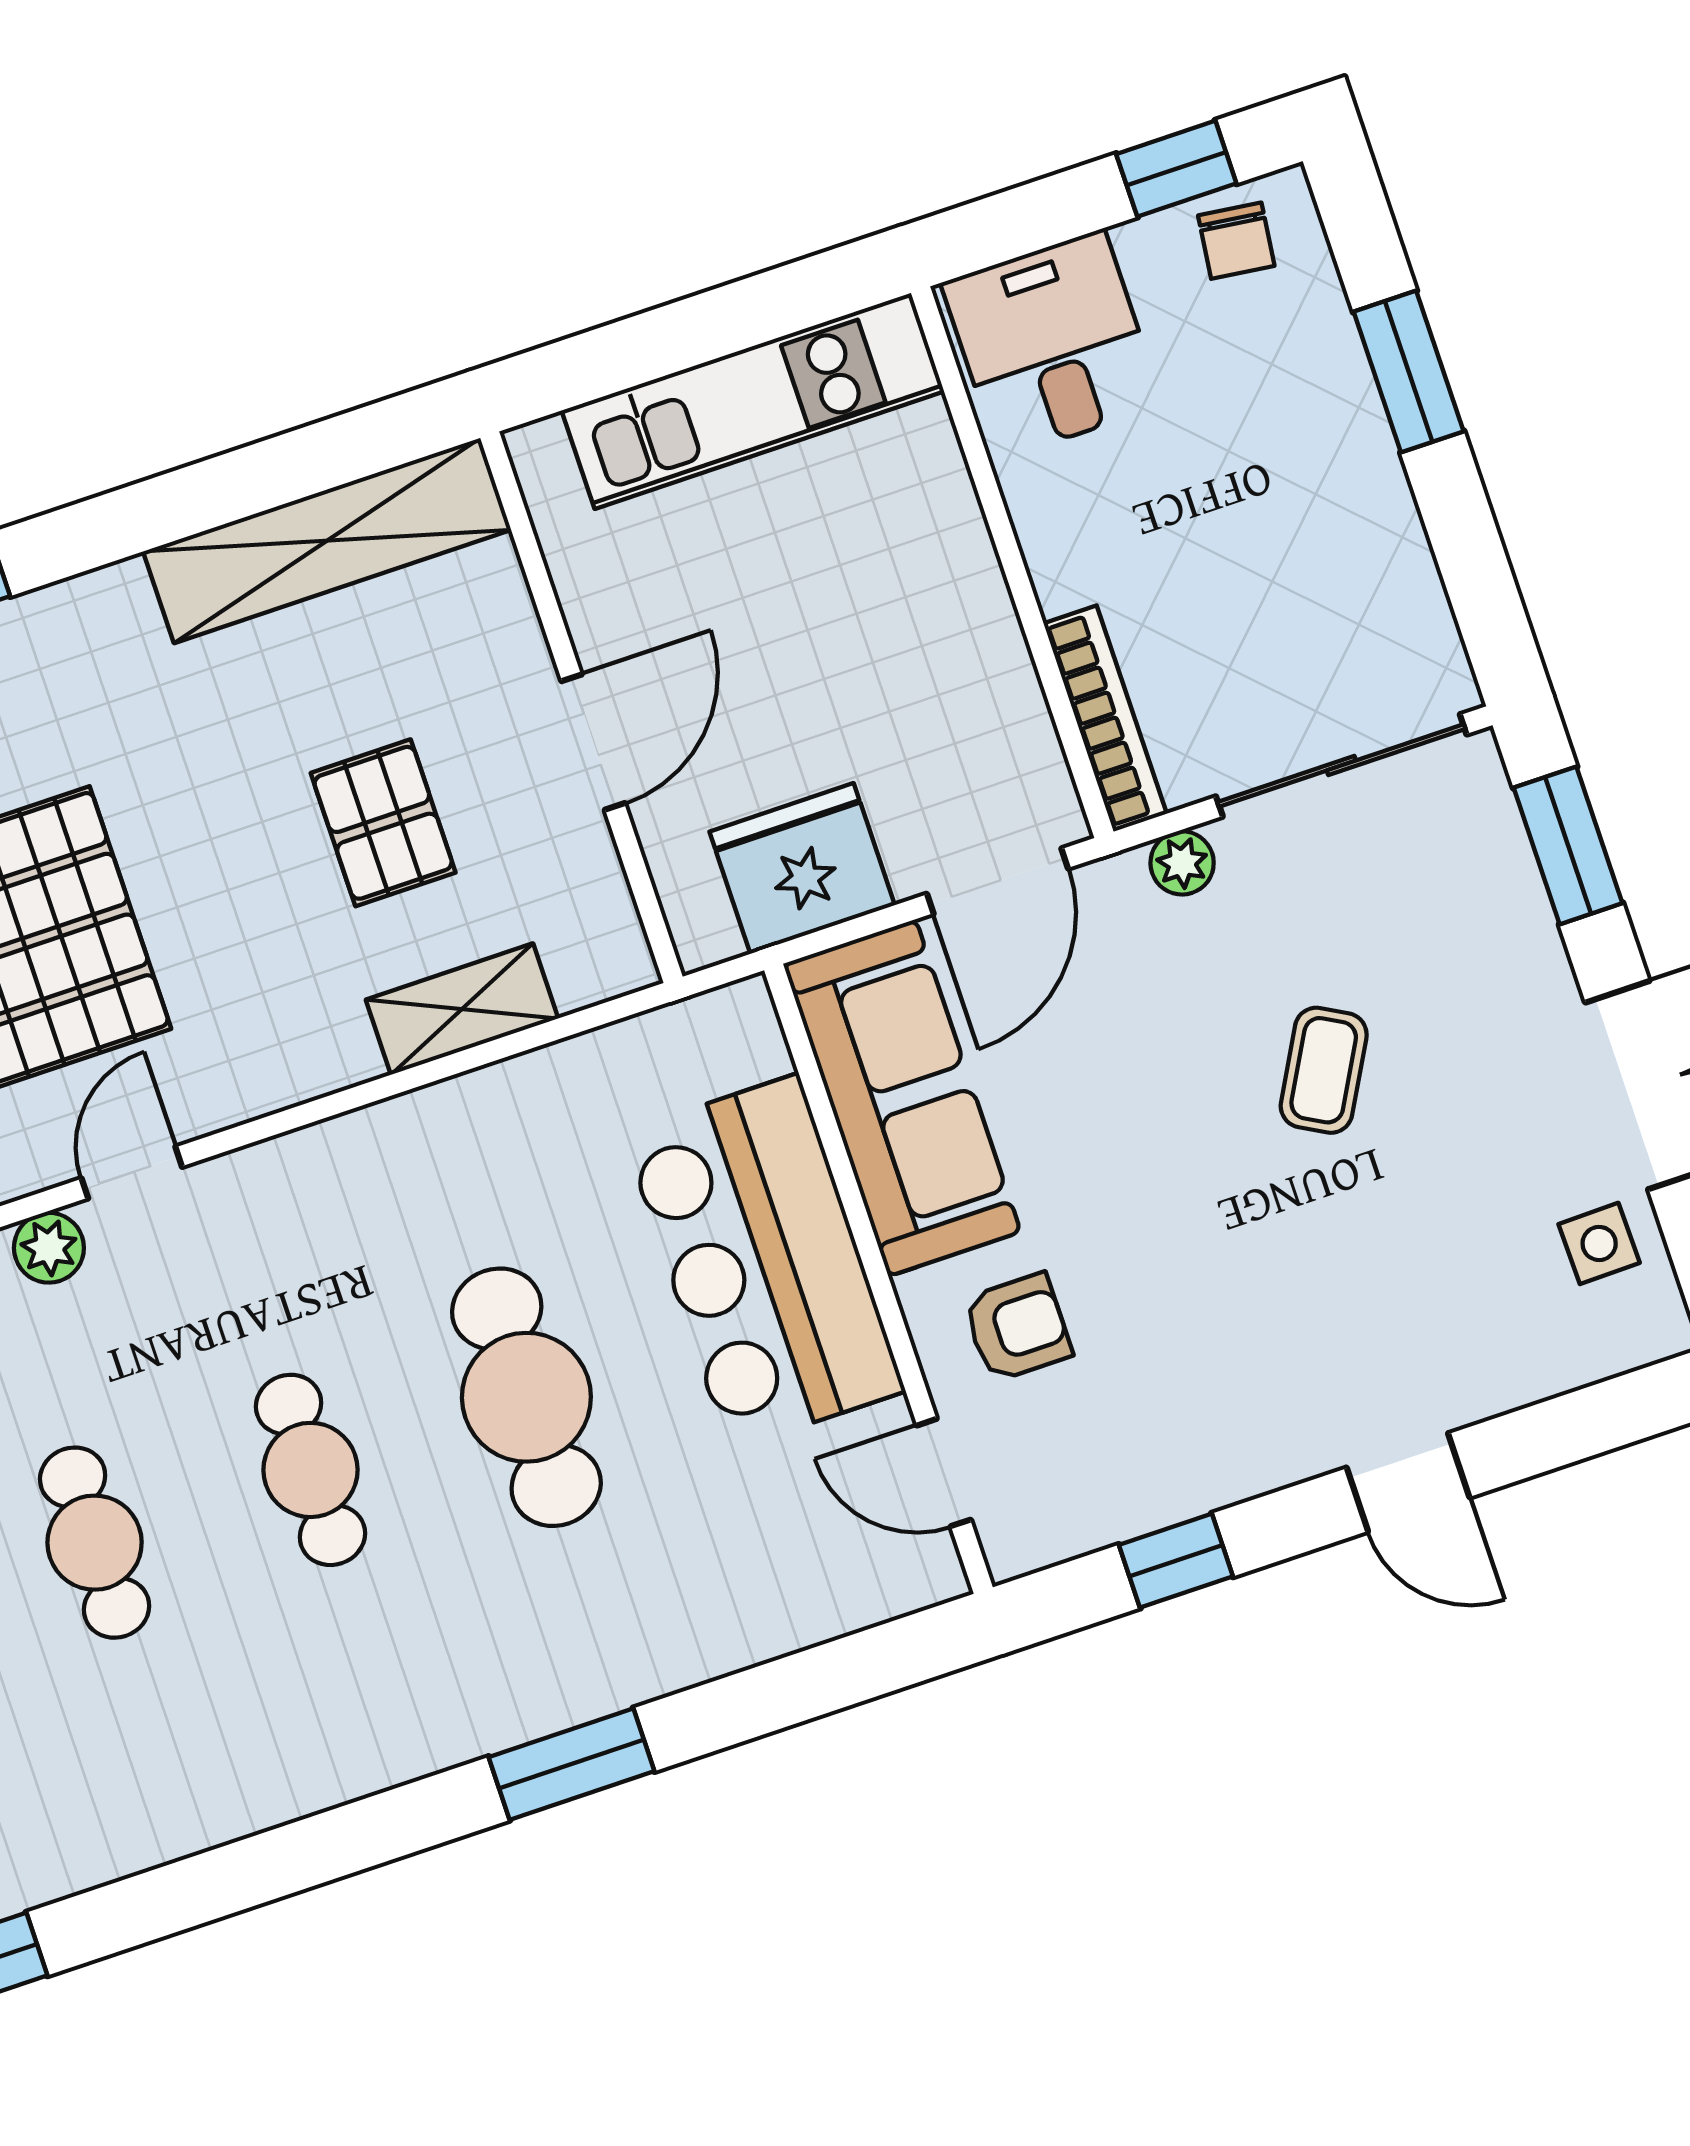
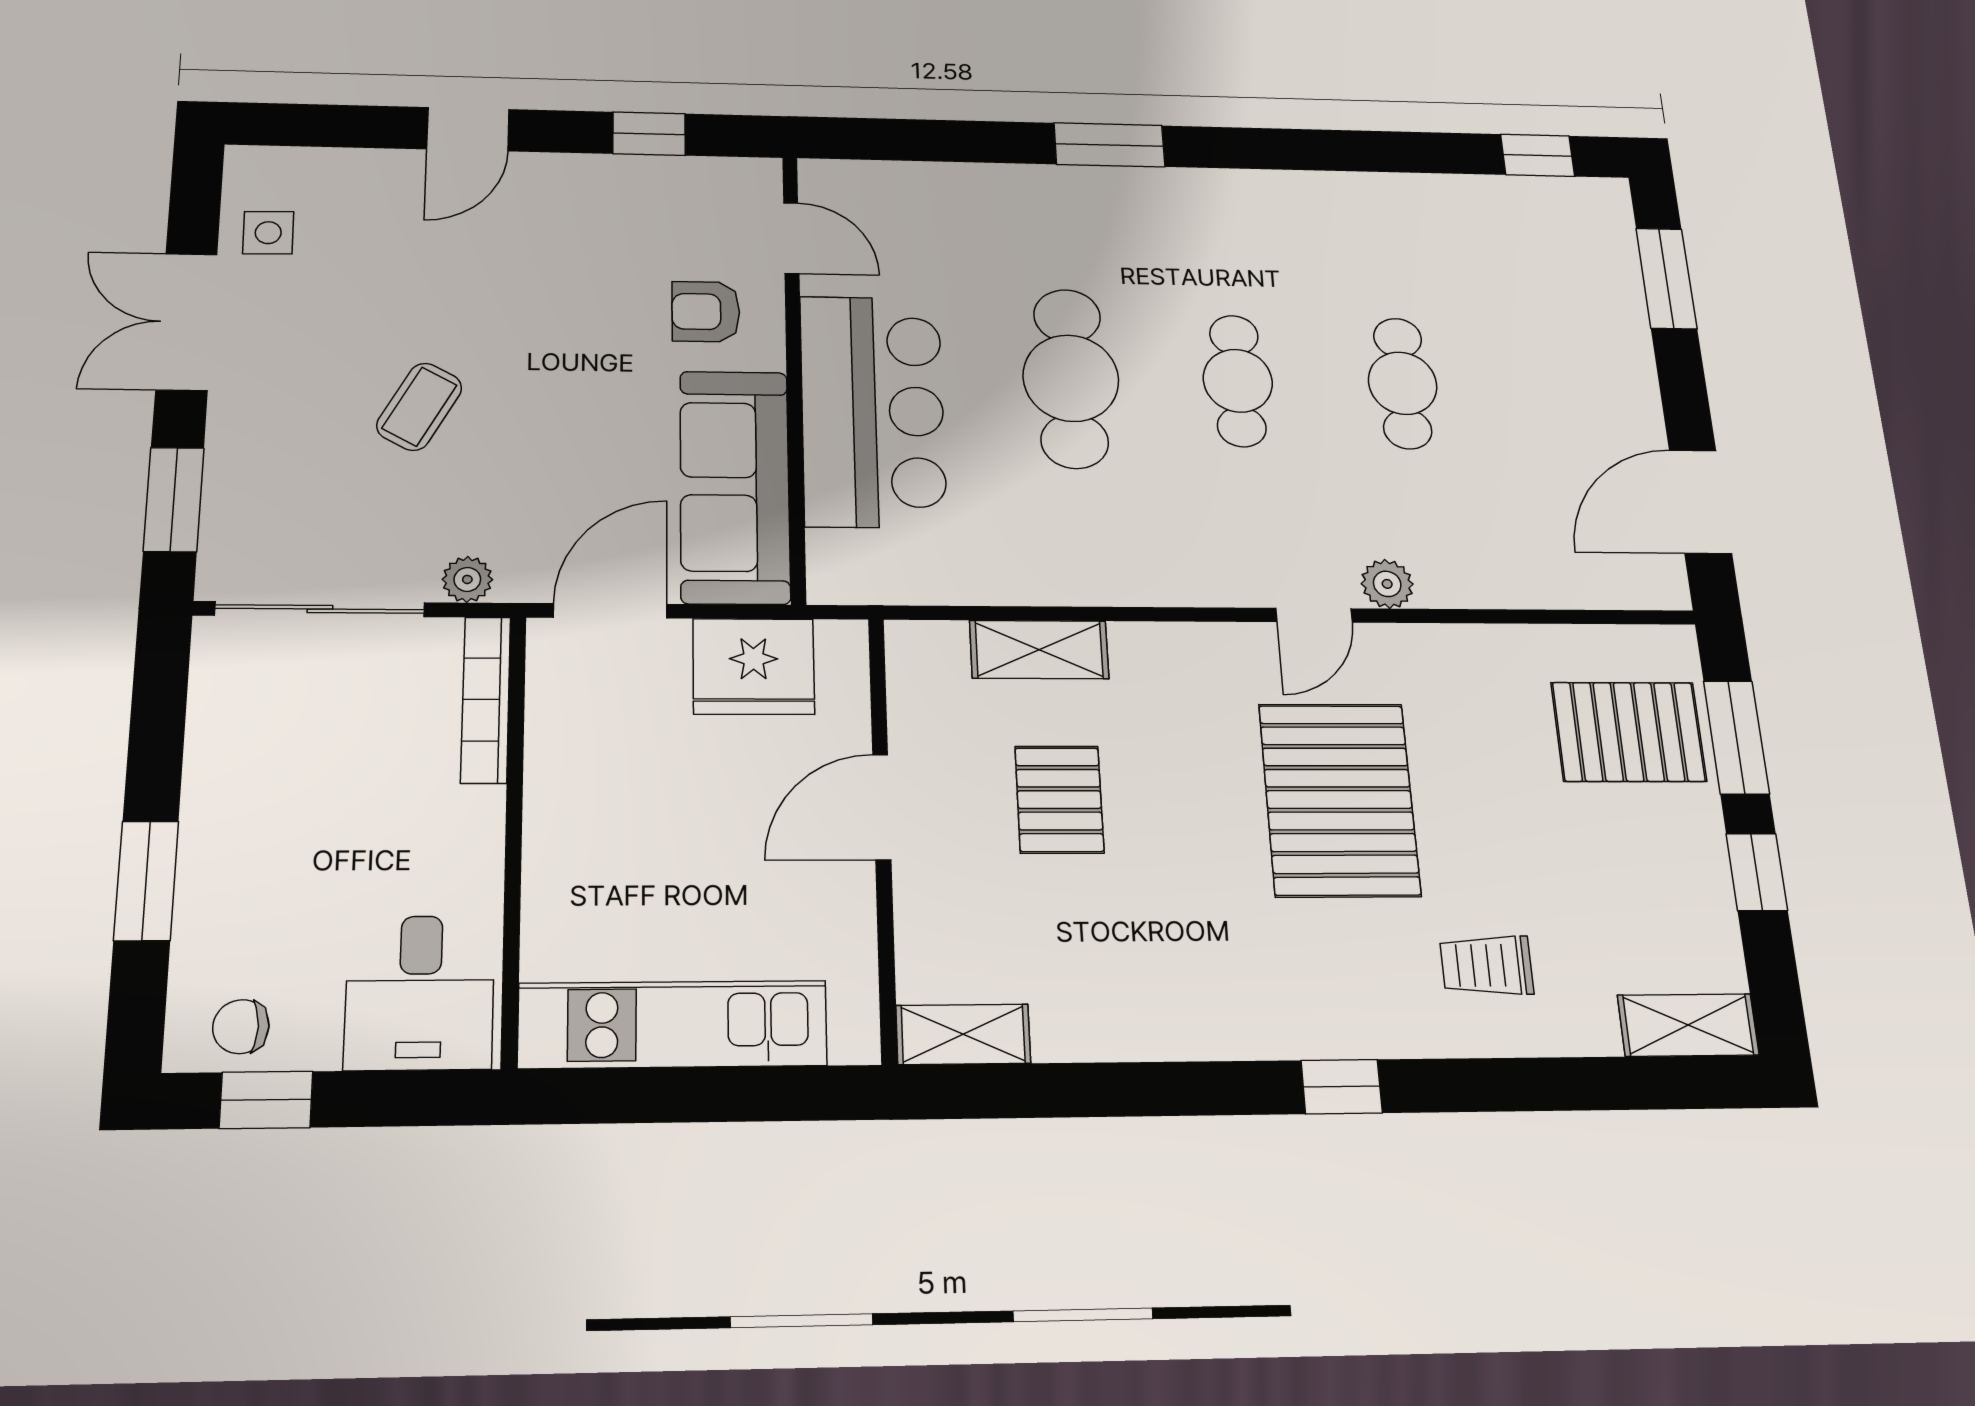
chair: (1236, 241) -> (241, 1027), turned -97
shelving: (327, 541) -> (963, 1034), width x0.45, depth x0.75
door: (1408, 1483) -> (468, 129), swing flipped

